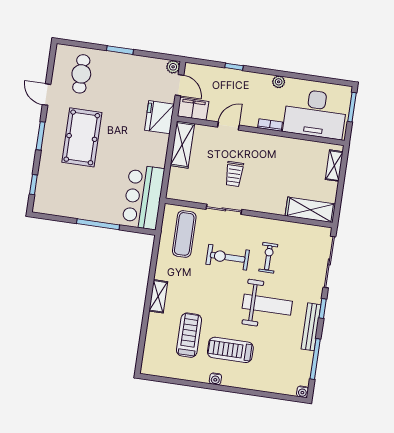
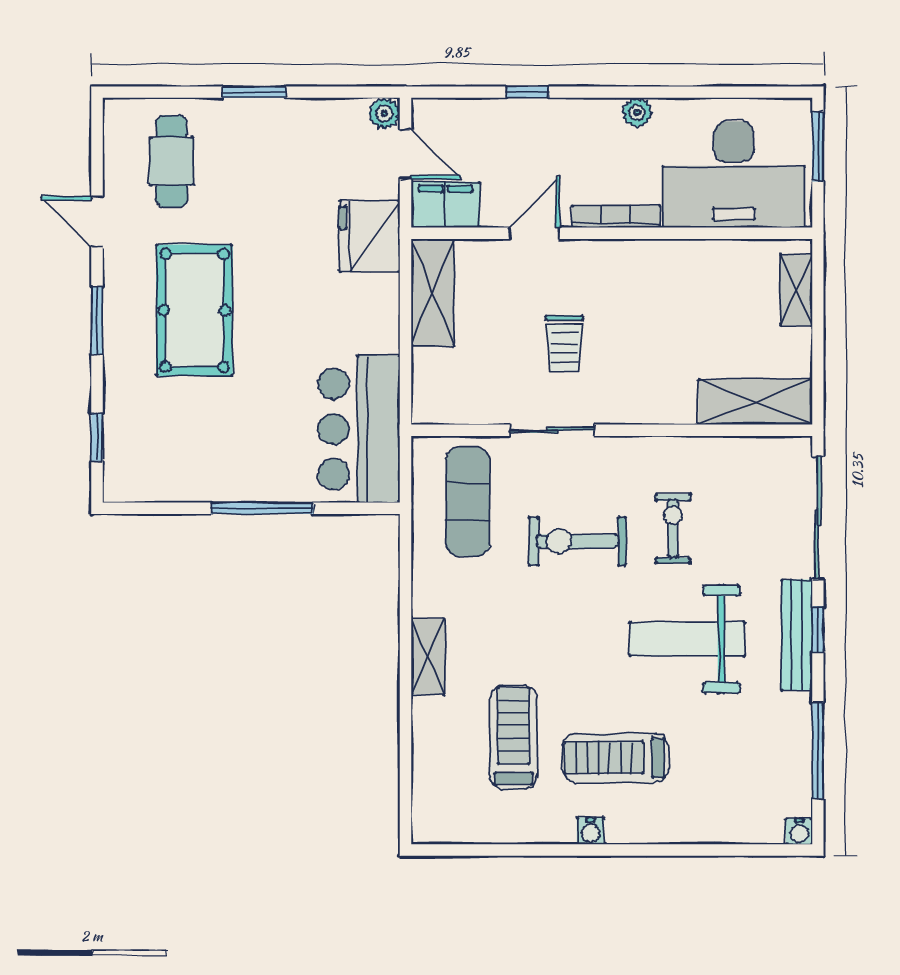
bookcase: (270, 125) -> (616, 216), width x1.56
weight bench: (267, 305) -> (687, 639), turned 180
bench: (311, 327) -> (797, 635), moved

